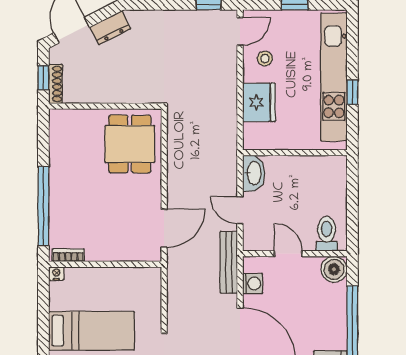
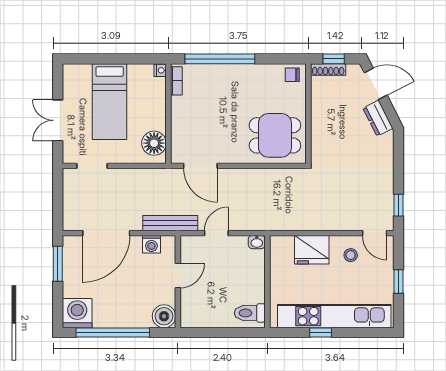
chair: (61, 125) -> (292, 75), added
washbasin: (254, 173) -> (257, 242), width x0.52, depth x0.69
toilet: (327, 234) -> (250, 313), moved, turned 180
floor lamp: (139, 281) -> (154, 143), added

